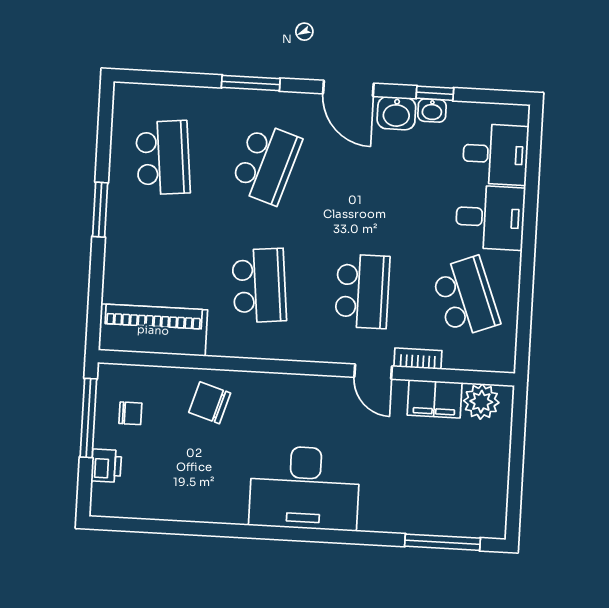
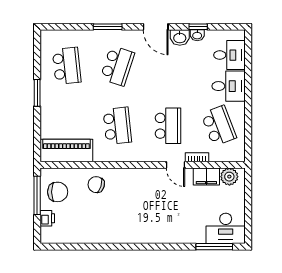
chair: (130, 413) -> (58, 192), width x1.87, depth x1.87
desk: (305, 488) -> (226, 228), moved, width x0.73, depth x0.77

